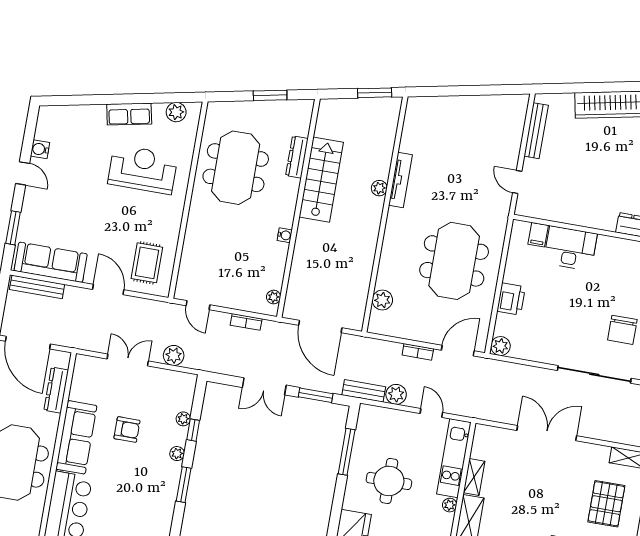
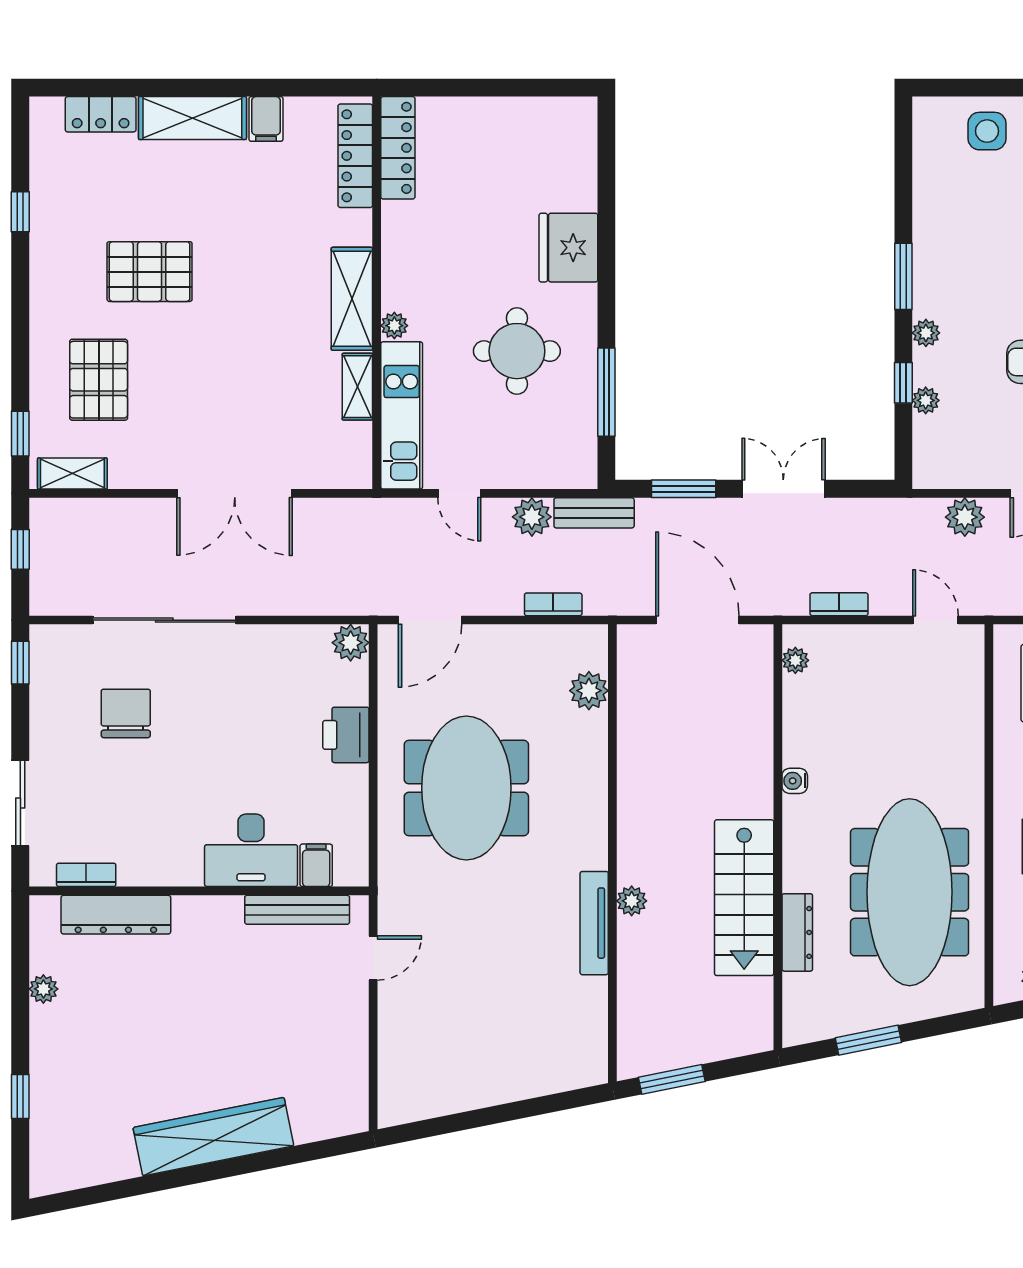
bench: (536, 131) -> (297, 910), moved, turned 90
meeting table: (236, 168) -> (910, 892), width x1.36
door: (517, 182) -> (373, 958), hinge flipped
bookcase: (418, 352) -> (553, 604), moved

